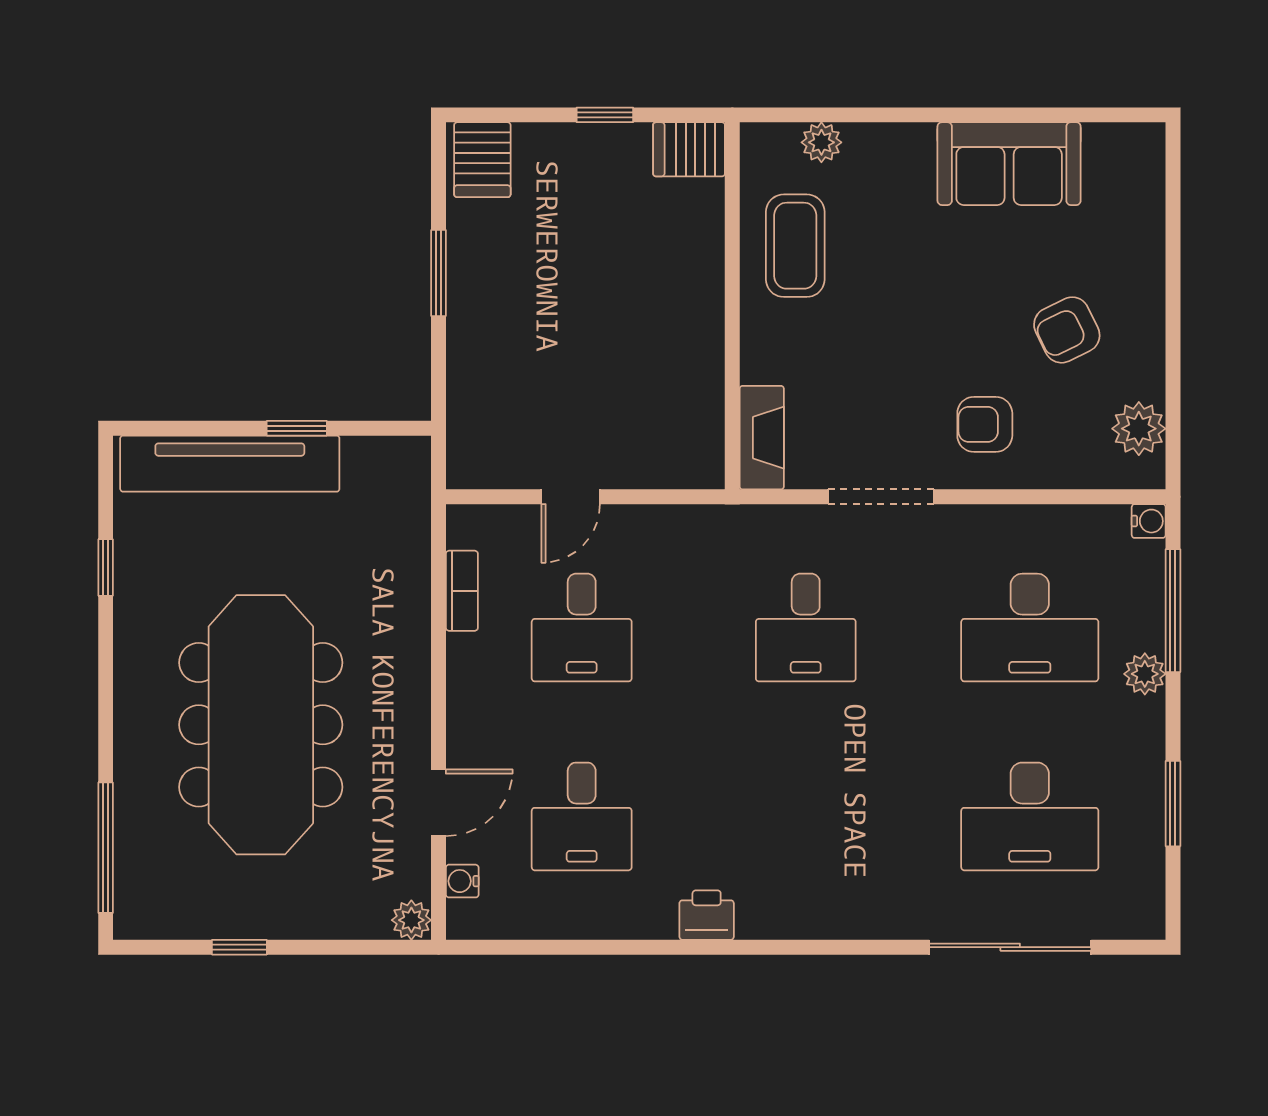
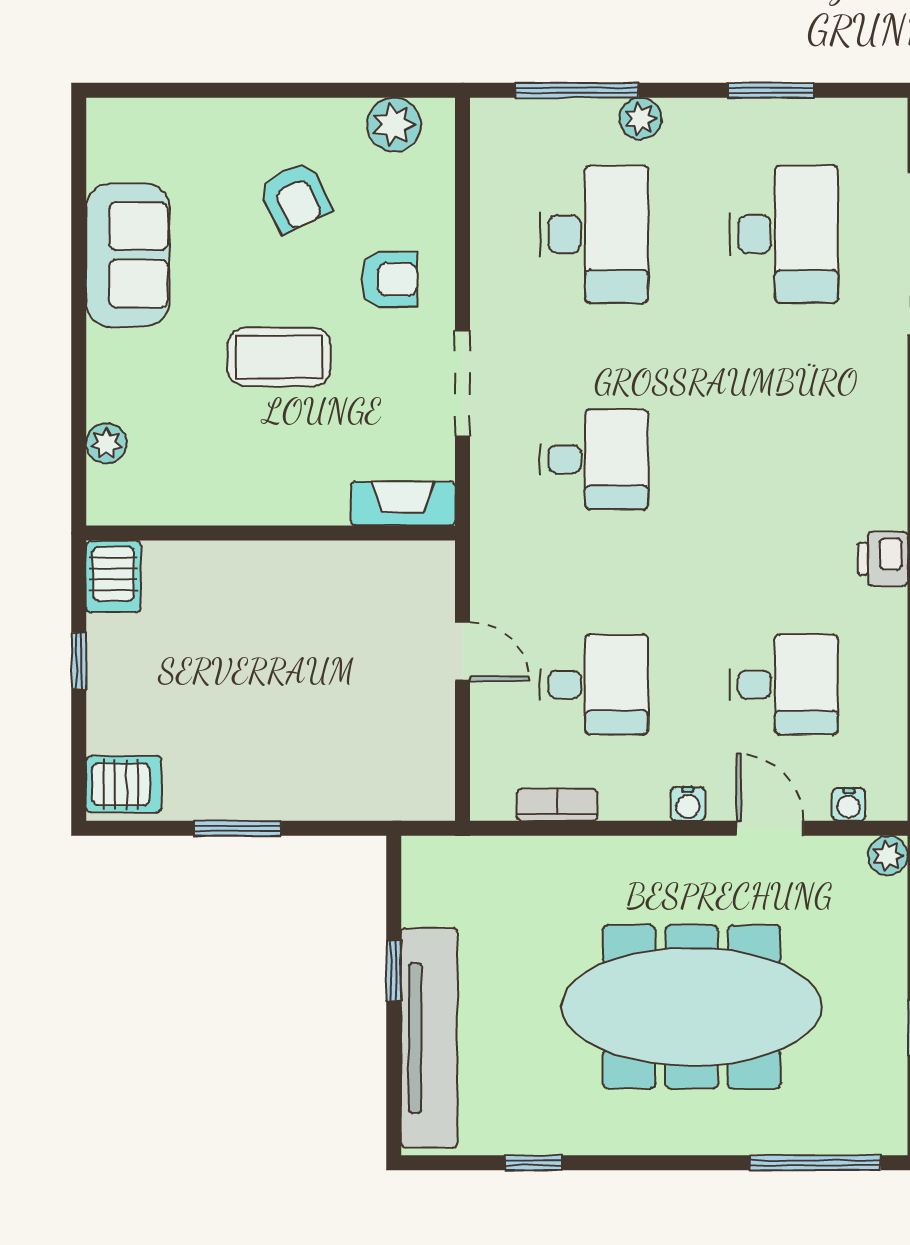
coffee table: (795, 246) -> (279, 357), moved
armchair: (985, 424) -> (390, 279), turned -90
door: (571, 497) -> (463, 651), moved
water cooler: (1149, 521) -> (688, 804), moved, turned 180

